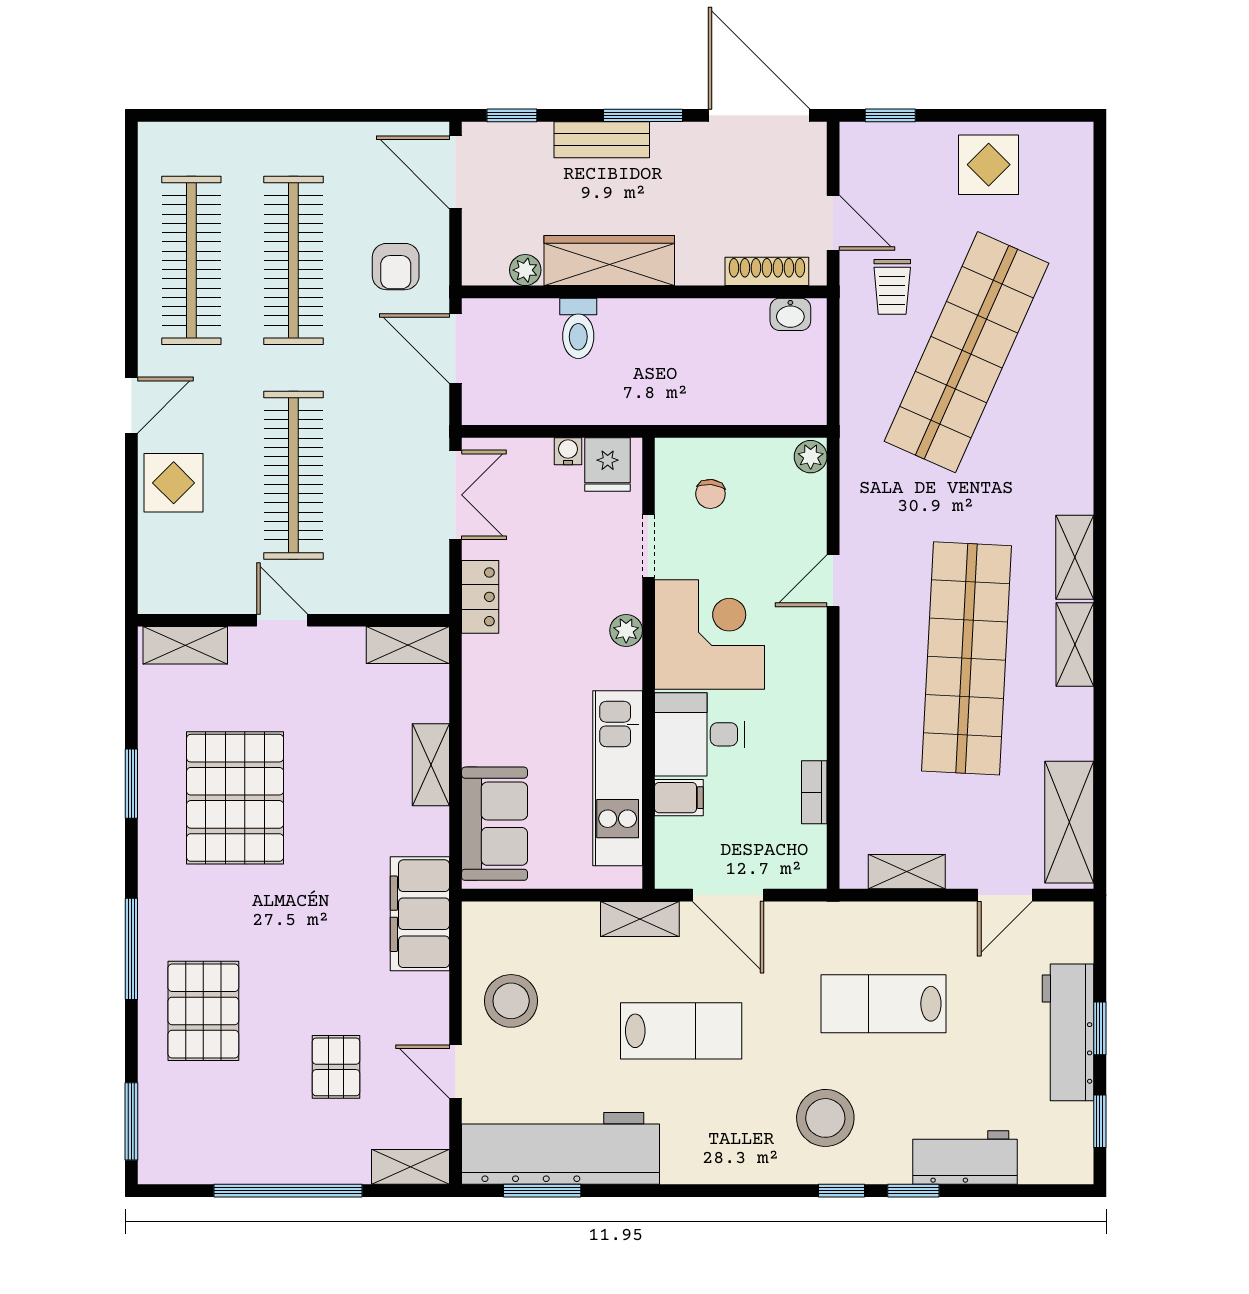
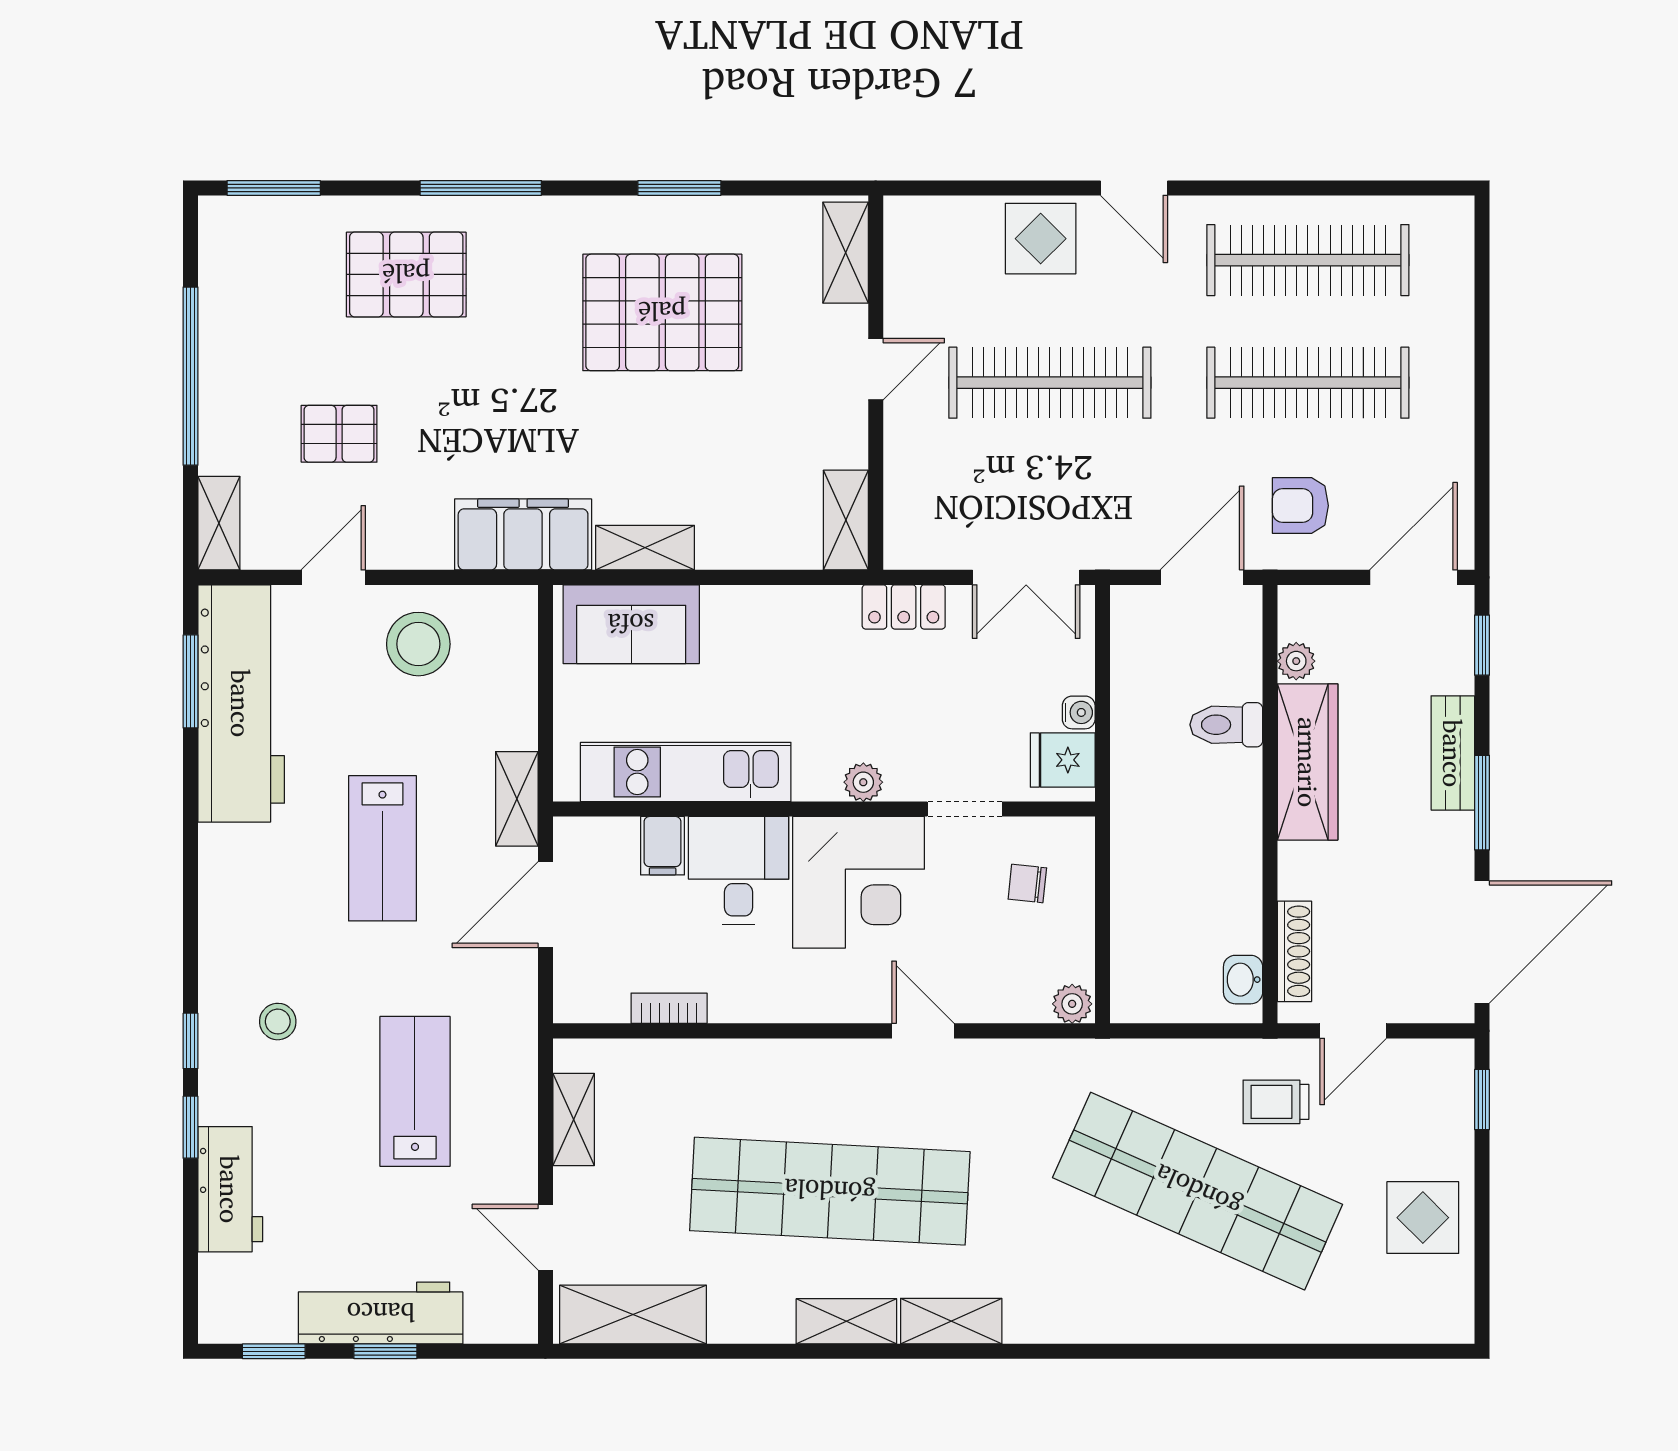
shelving: (431, 765) -> (645, 548), moved
stool: (825, 1118) -> (278, 1022), width x0.53, depth x0.53

